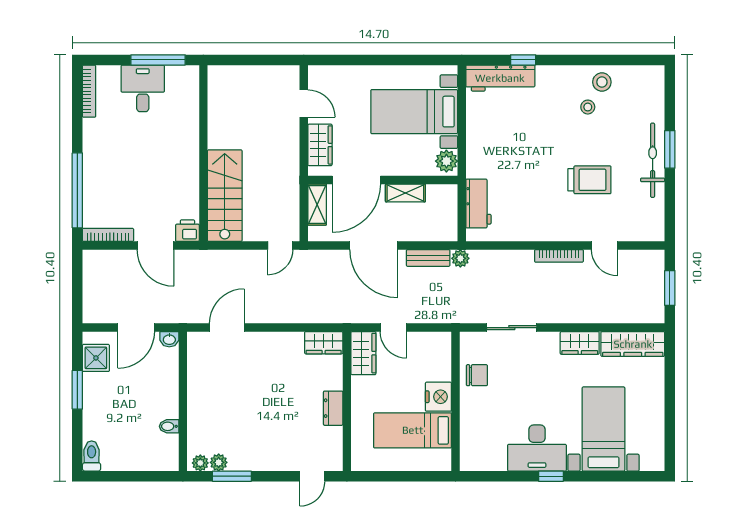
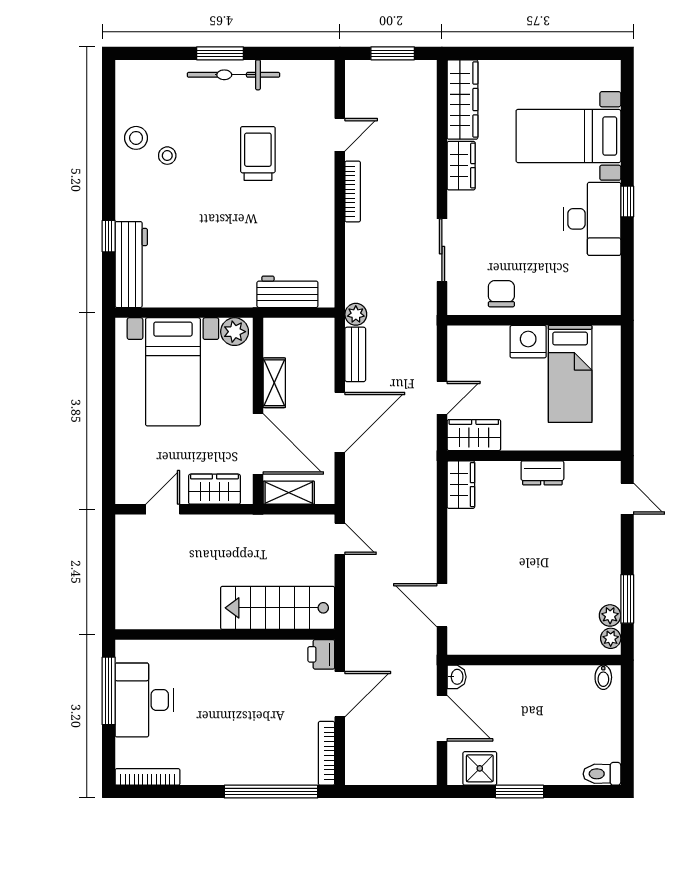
desk: (143, 88) -> (144, 700), width x1.37
bidet: (169, 426) -> (603, 677), moved

